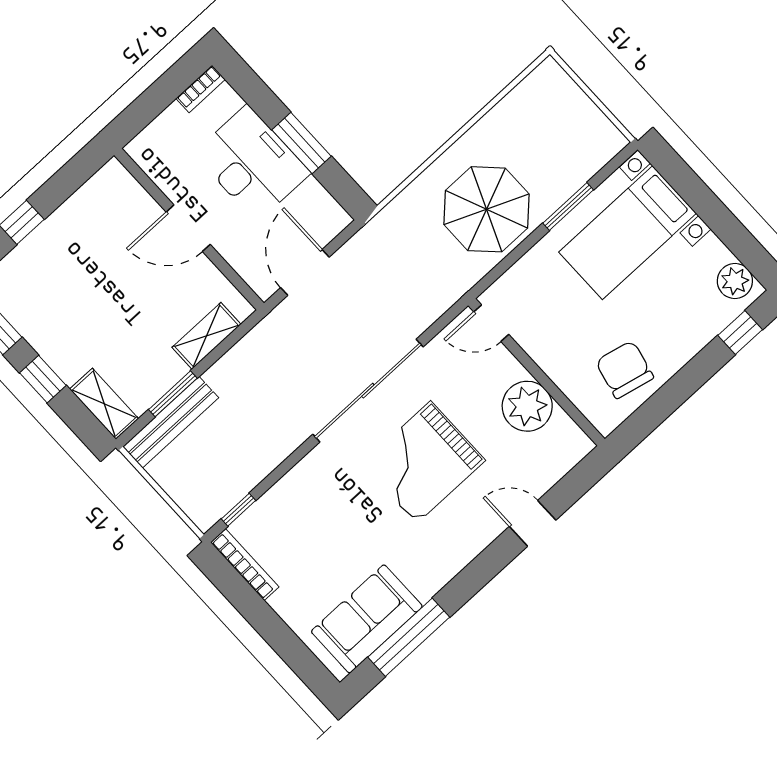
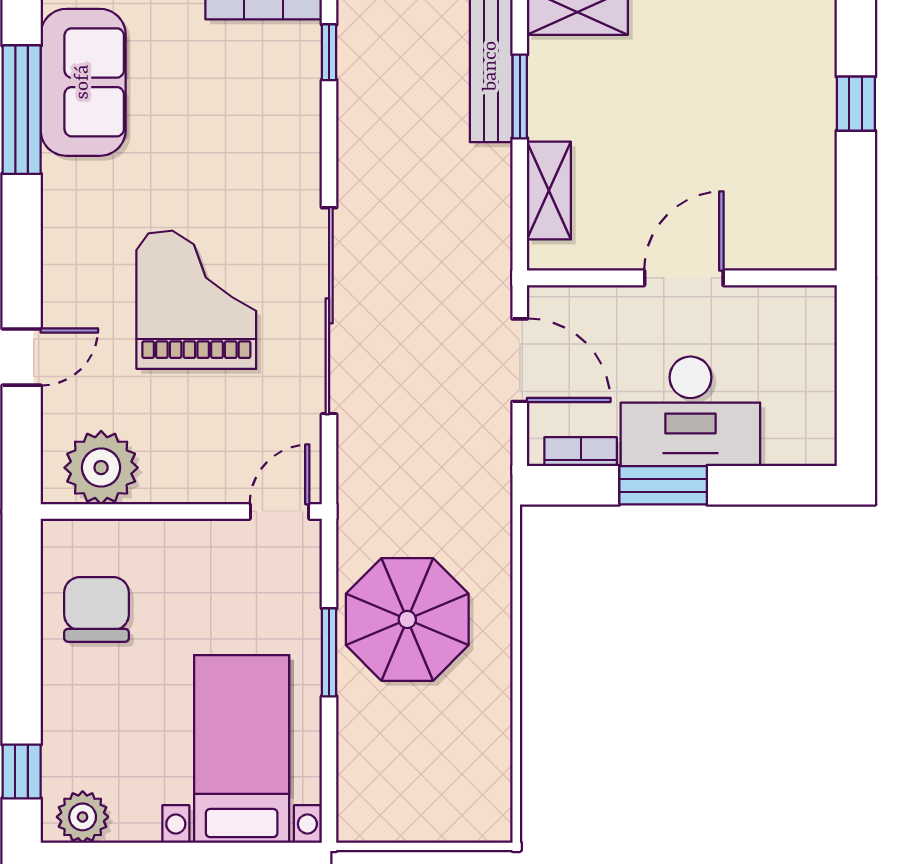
bookcase: (201, 89) -> (581, 452), moved, turned 90
window: (568, 206) -> (329, 652), moved
chair: (625, 370) -> (97, 609), turned -103
plant: (527, 406) -> (101, 468), moved

